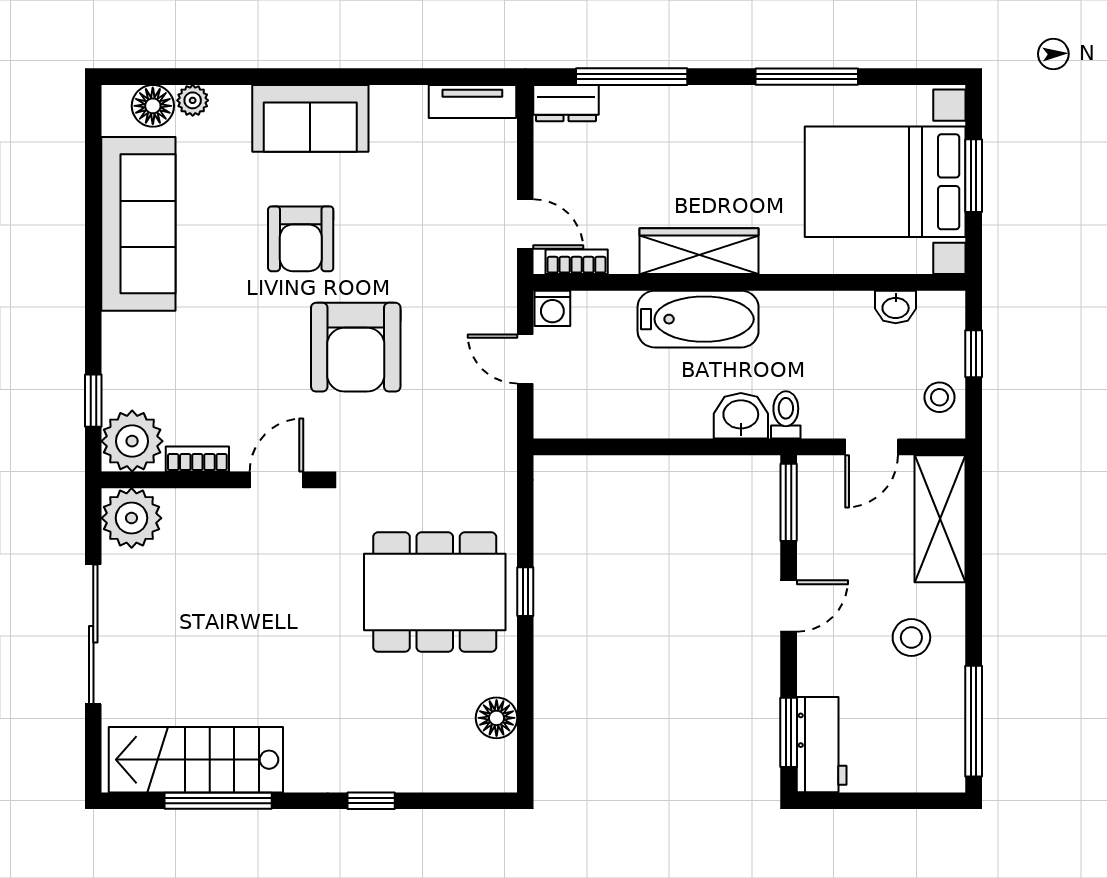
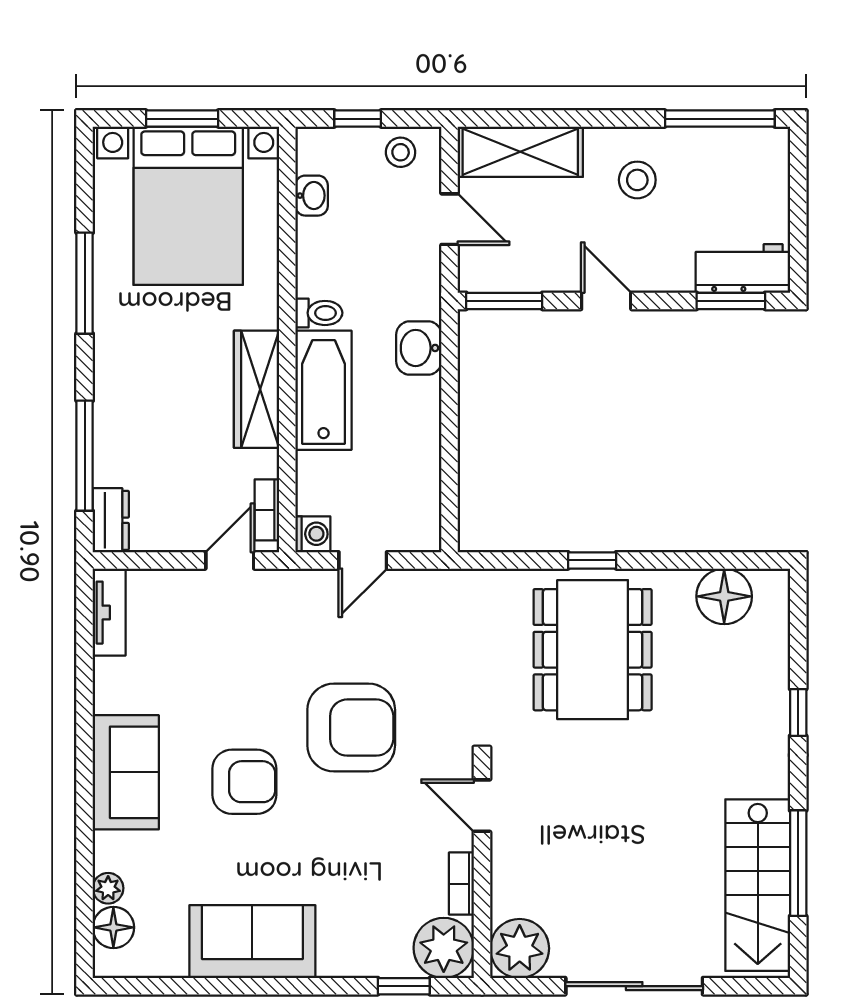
sofa: (138, 224) -> (252, 942), width x0.73
toilet: (786, 415) -> (319, 313), moved, turned 180
floor lamp: (497, 718) -> (724, 596), width x1.38, depth x1.38

